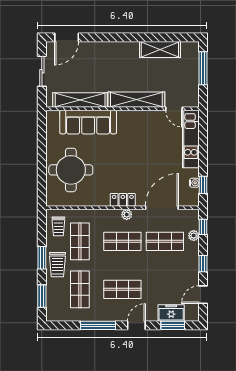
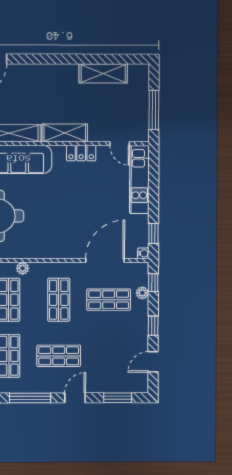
window: (203, 68) -> (154, 110), moved
shelving: (136, 100) -> (65, 133), width x0.68
water cooler: (194, 183) -> (143, 253), moved
locker: (123, 200) -> (81, 153), moved, turned 180
plant: (127, 214) -> (23, 268), moved
shop shelf: (122, 241) -> (59, 300), turned 90
freezer: (171, 313) -> (116, 383), removed

